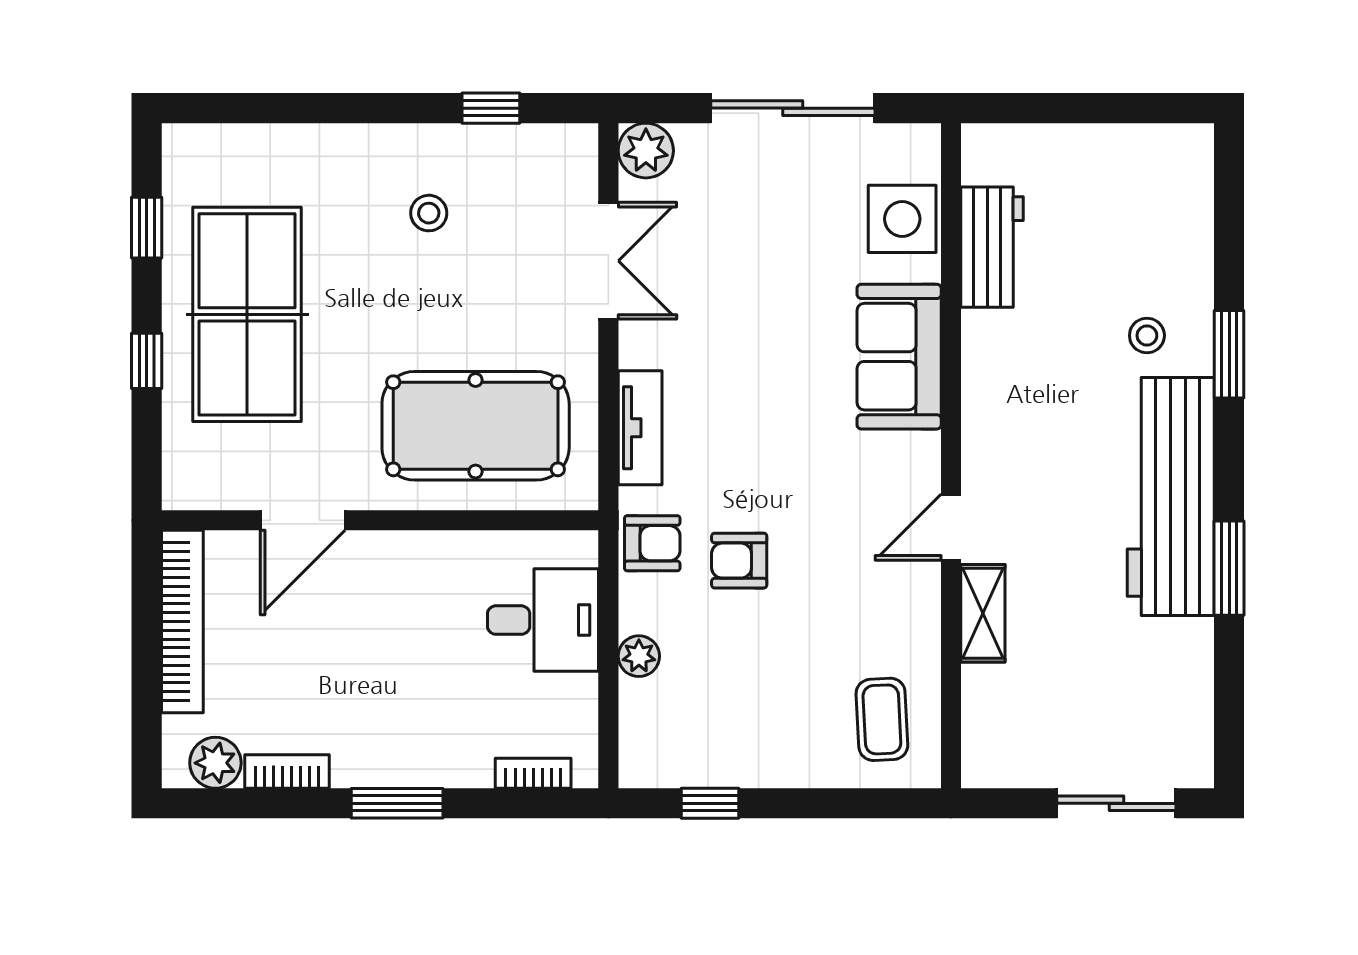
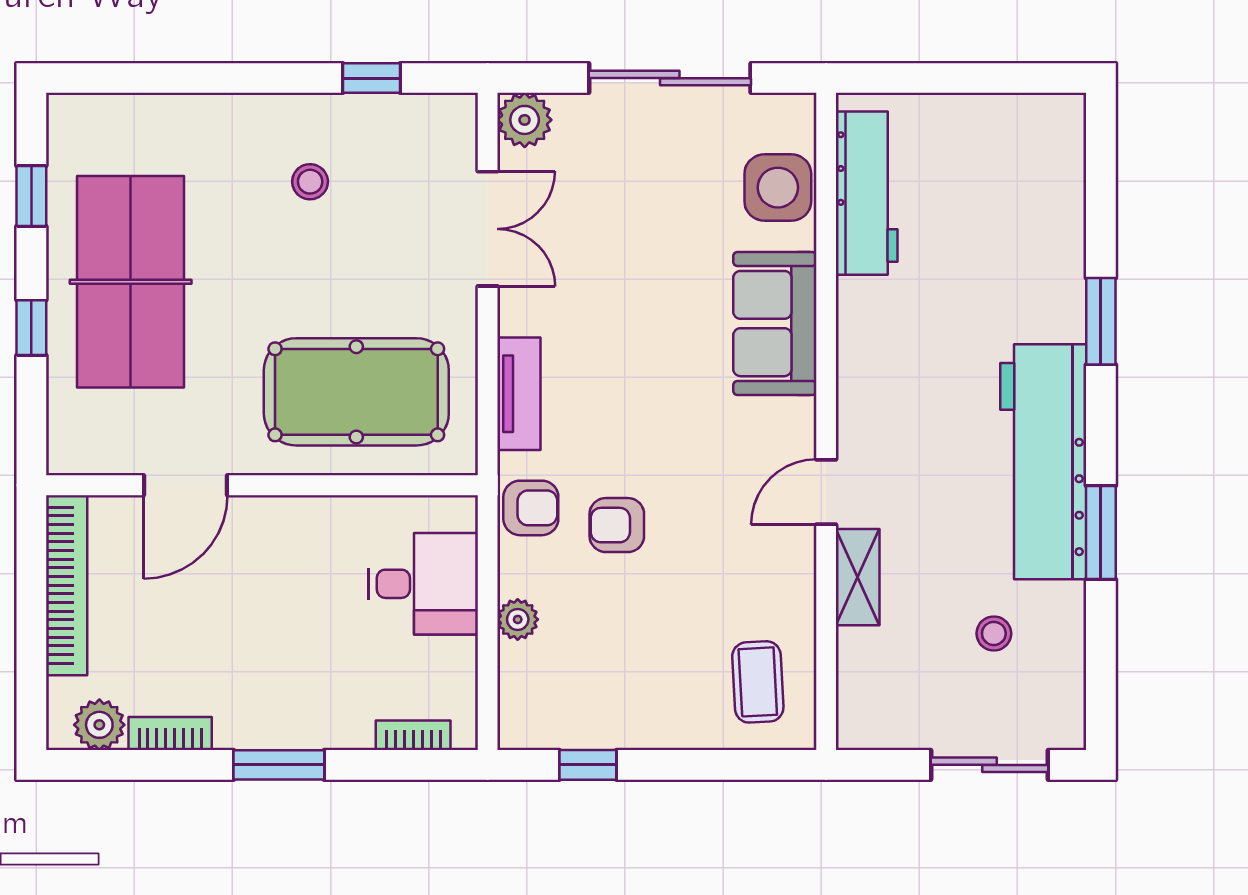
workbench: (992, 247) -> (867, 193), width x1.37
stool: (1147, 335) -> (994, 633), moved

